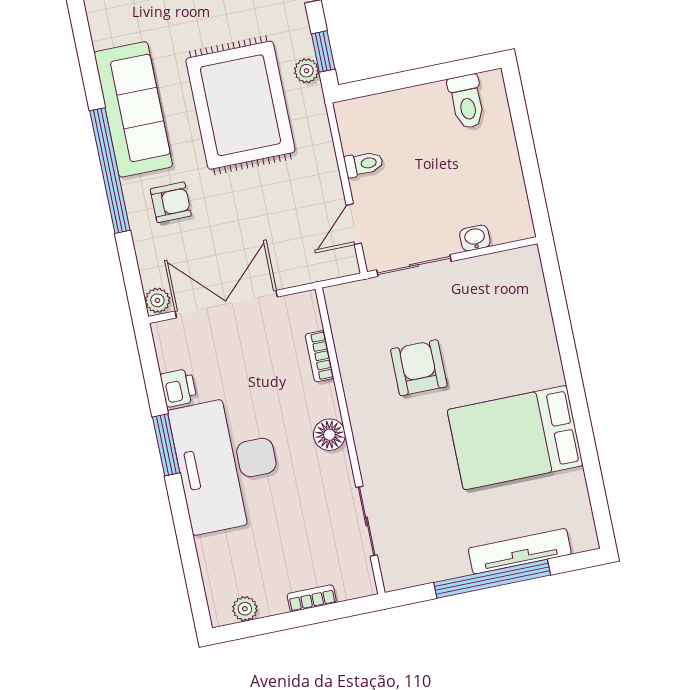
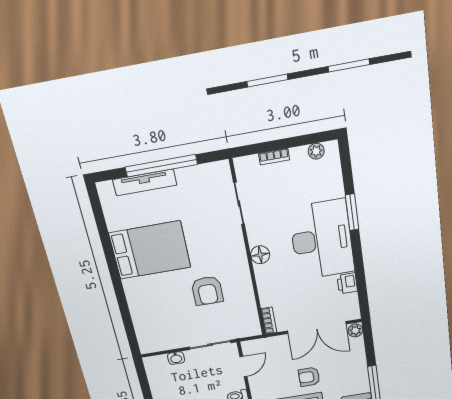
armchair: (171, 202) -> (309, 377), moved
bookcase: (319, 356) -> (269, 321), moved
window: (166, 445) -> (352, 212), moved

